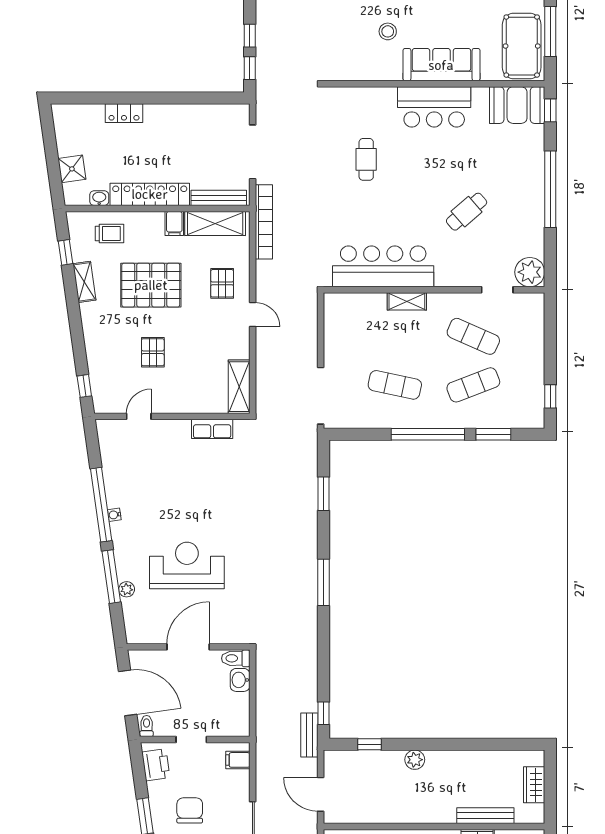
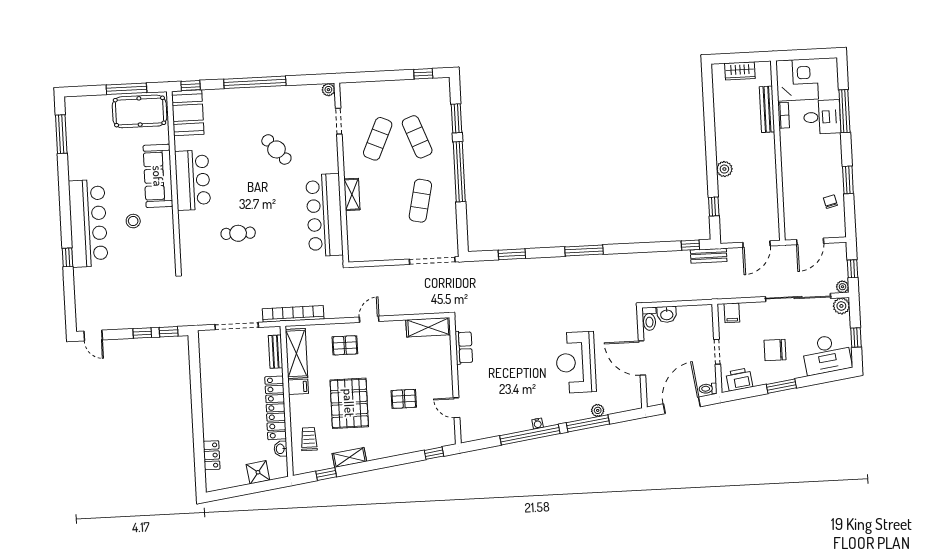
locker: (124, 113) -> (212, 455), moved
bench: (219, 198) -> (276, 352), width x0.73
plant: (530, 272) -> (328, 90), width x0.53, depth x0.53

